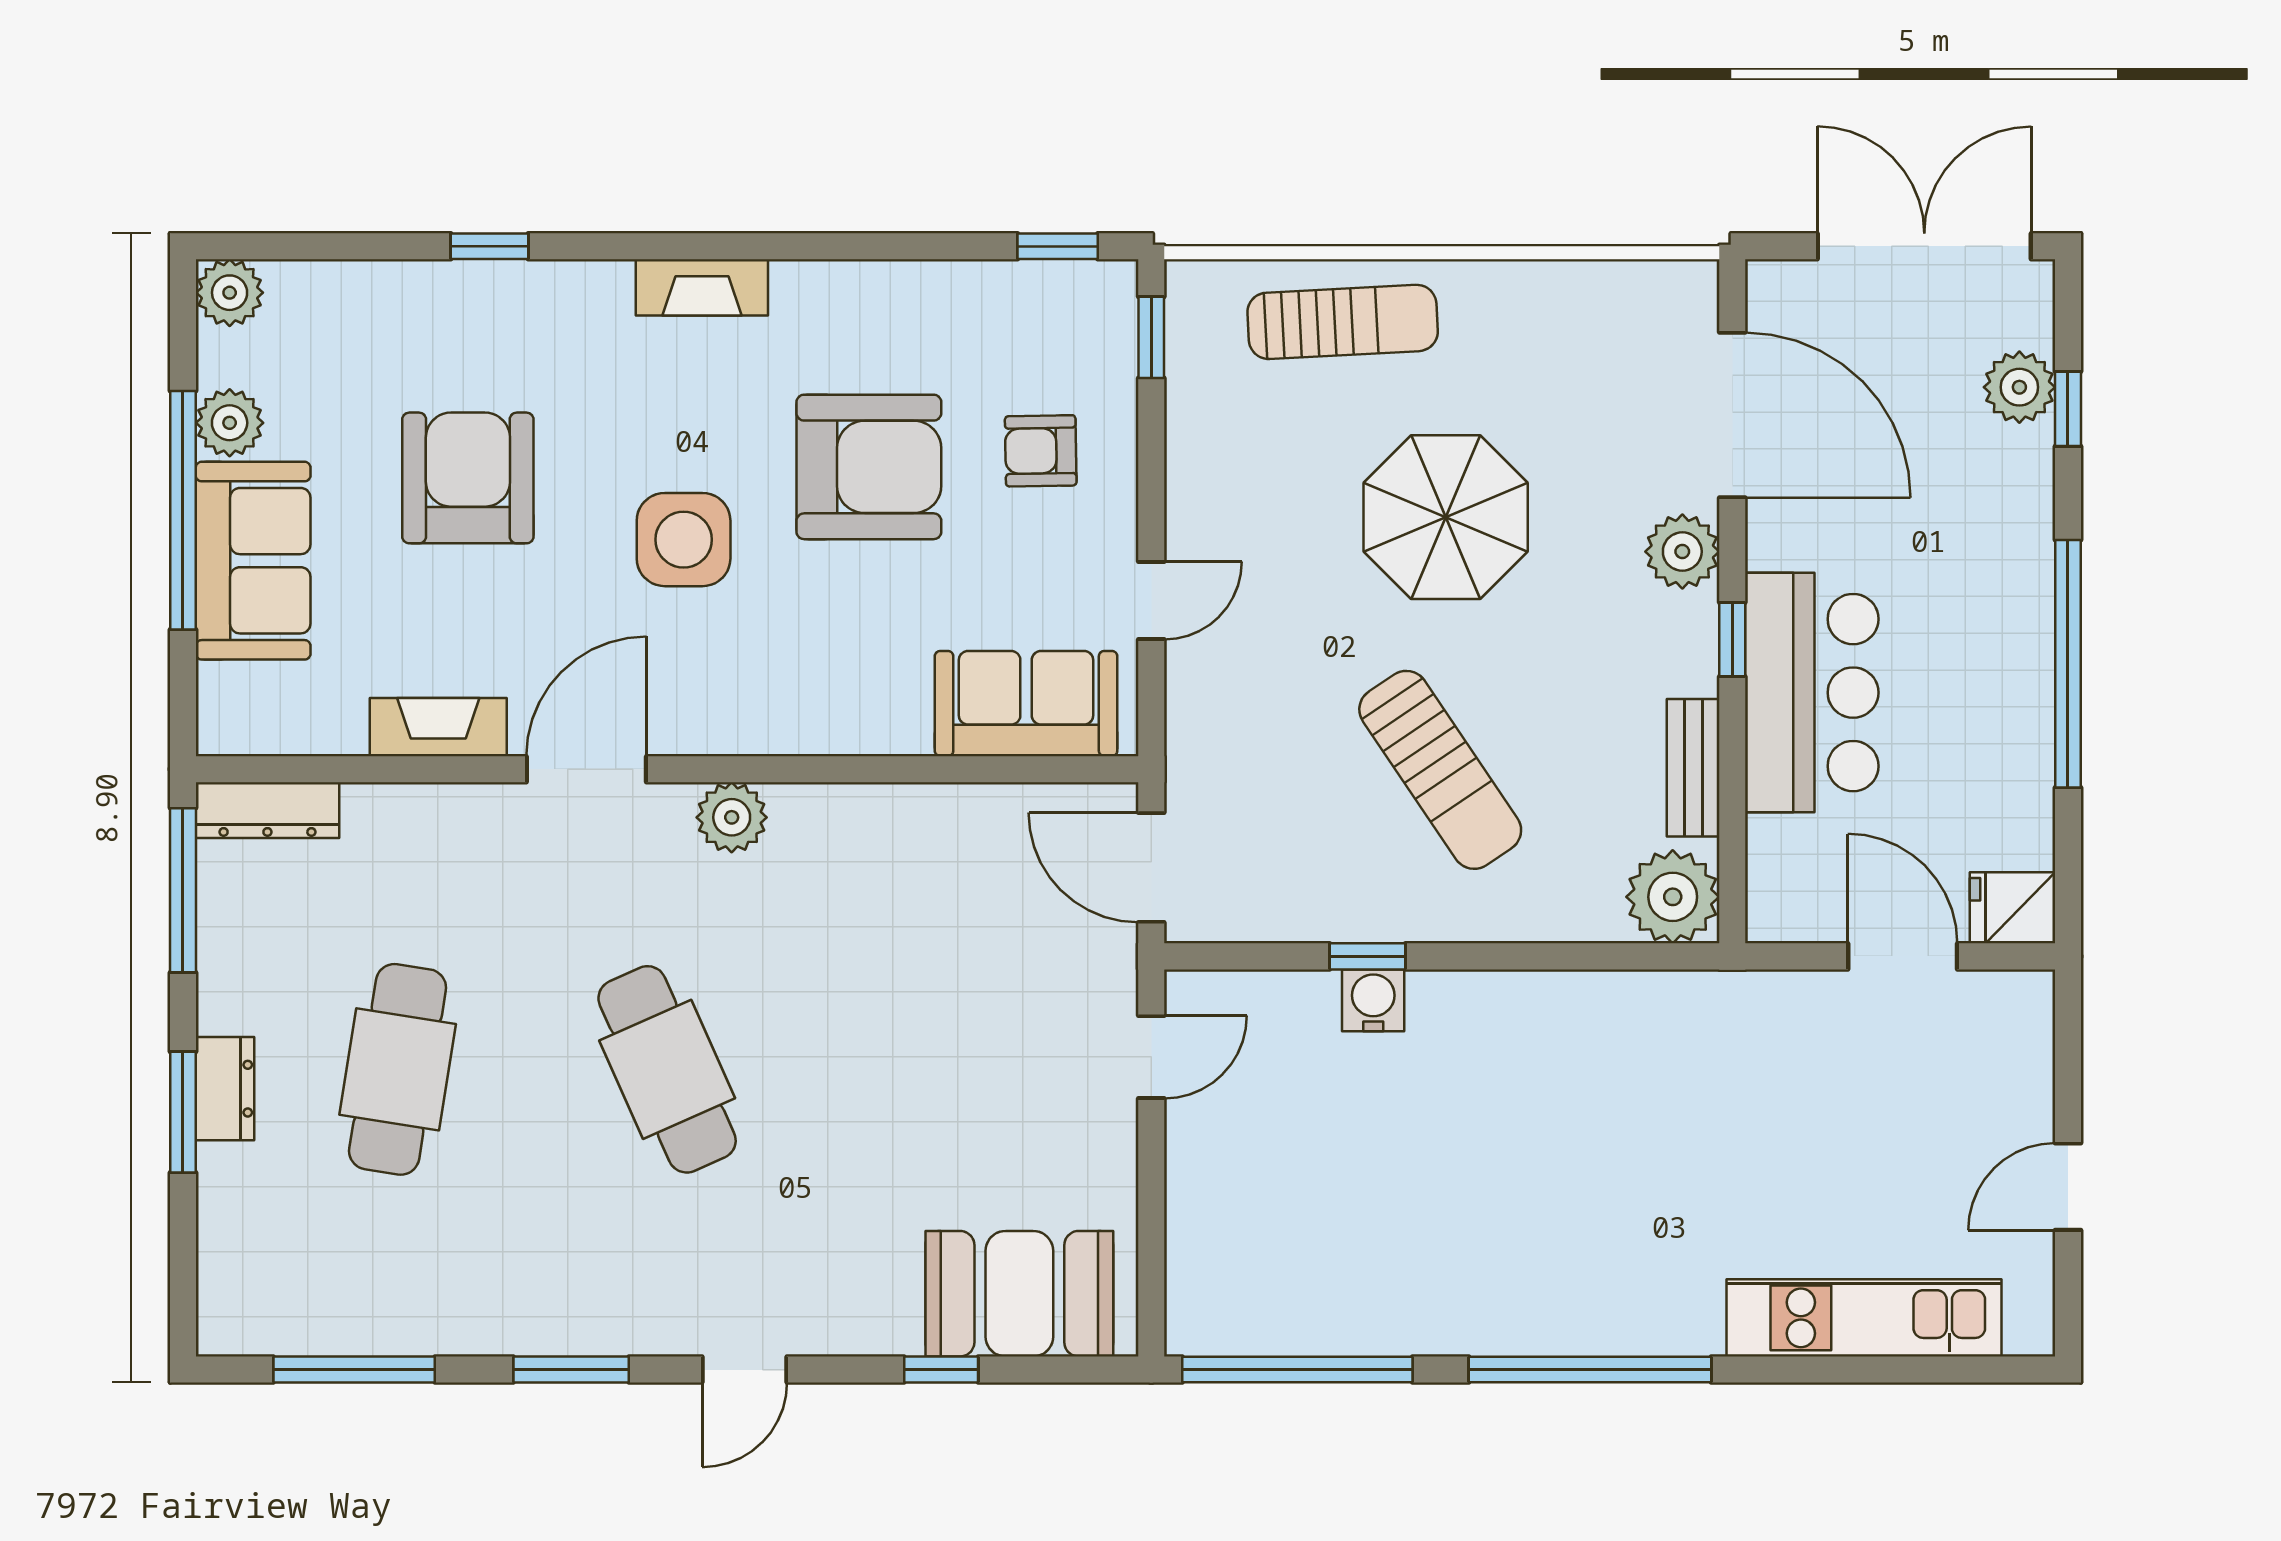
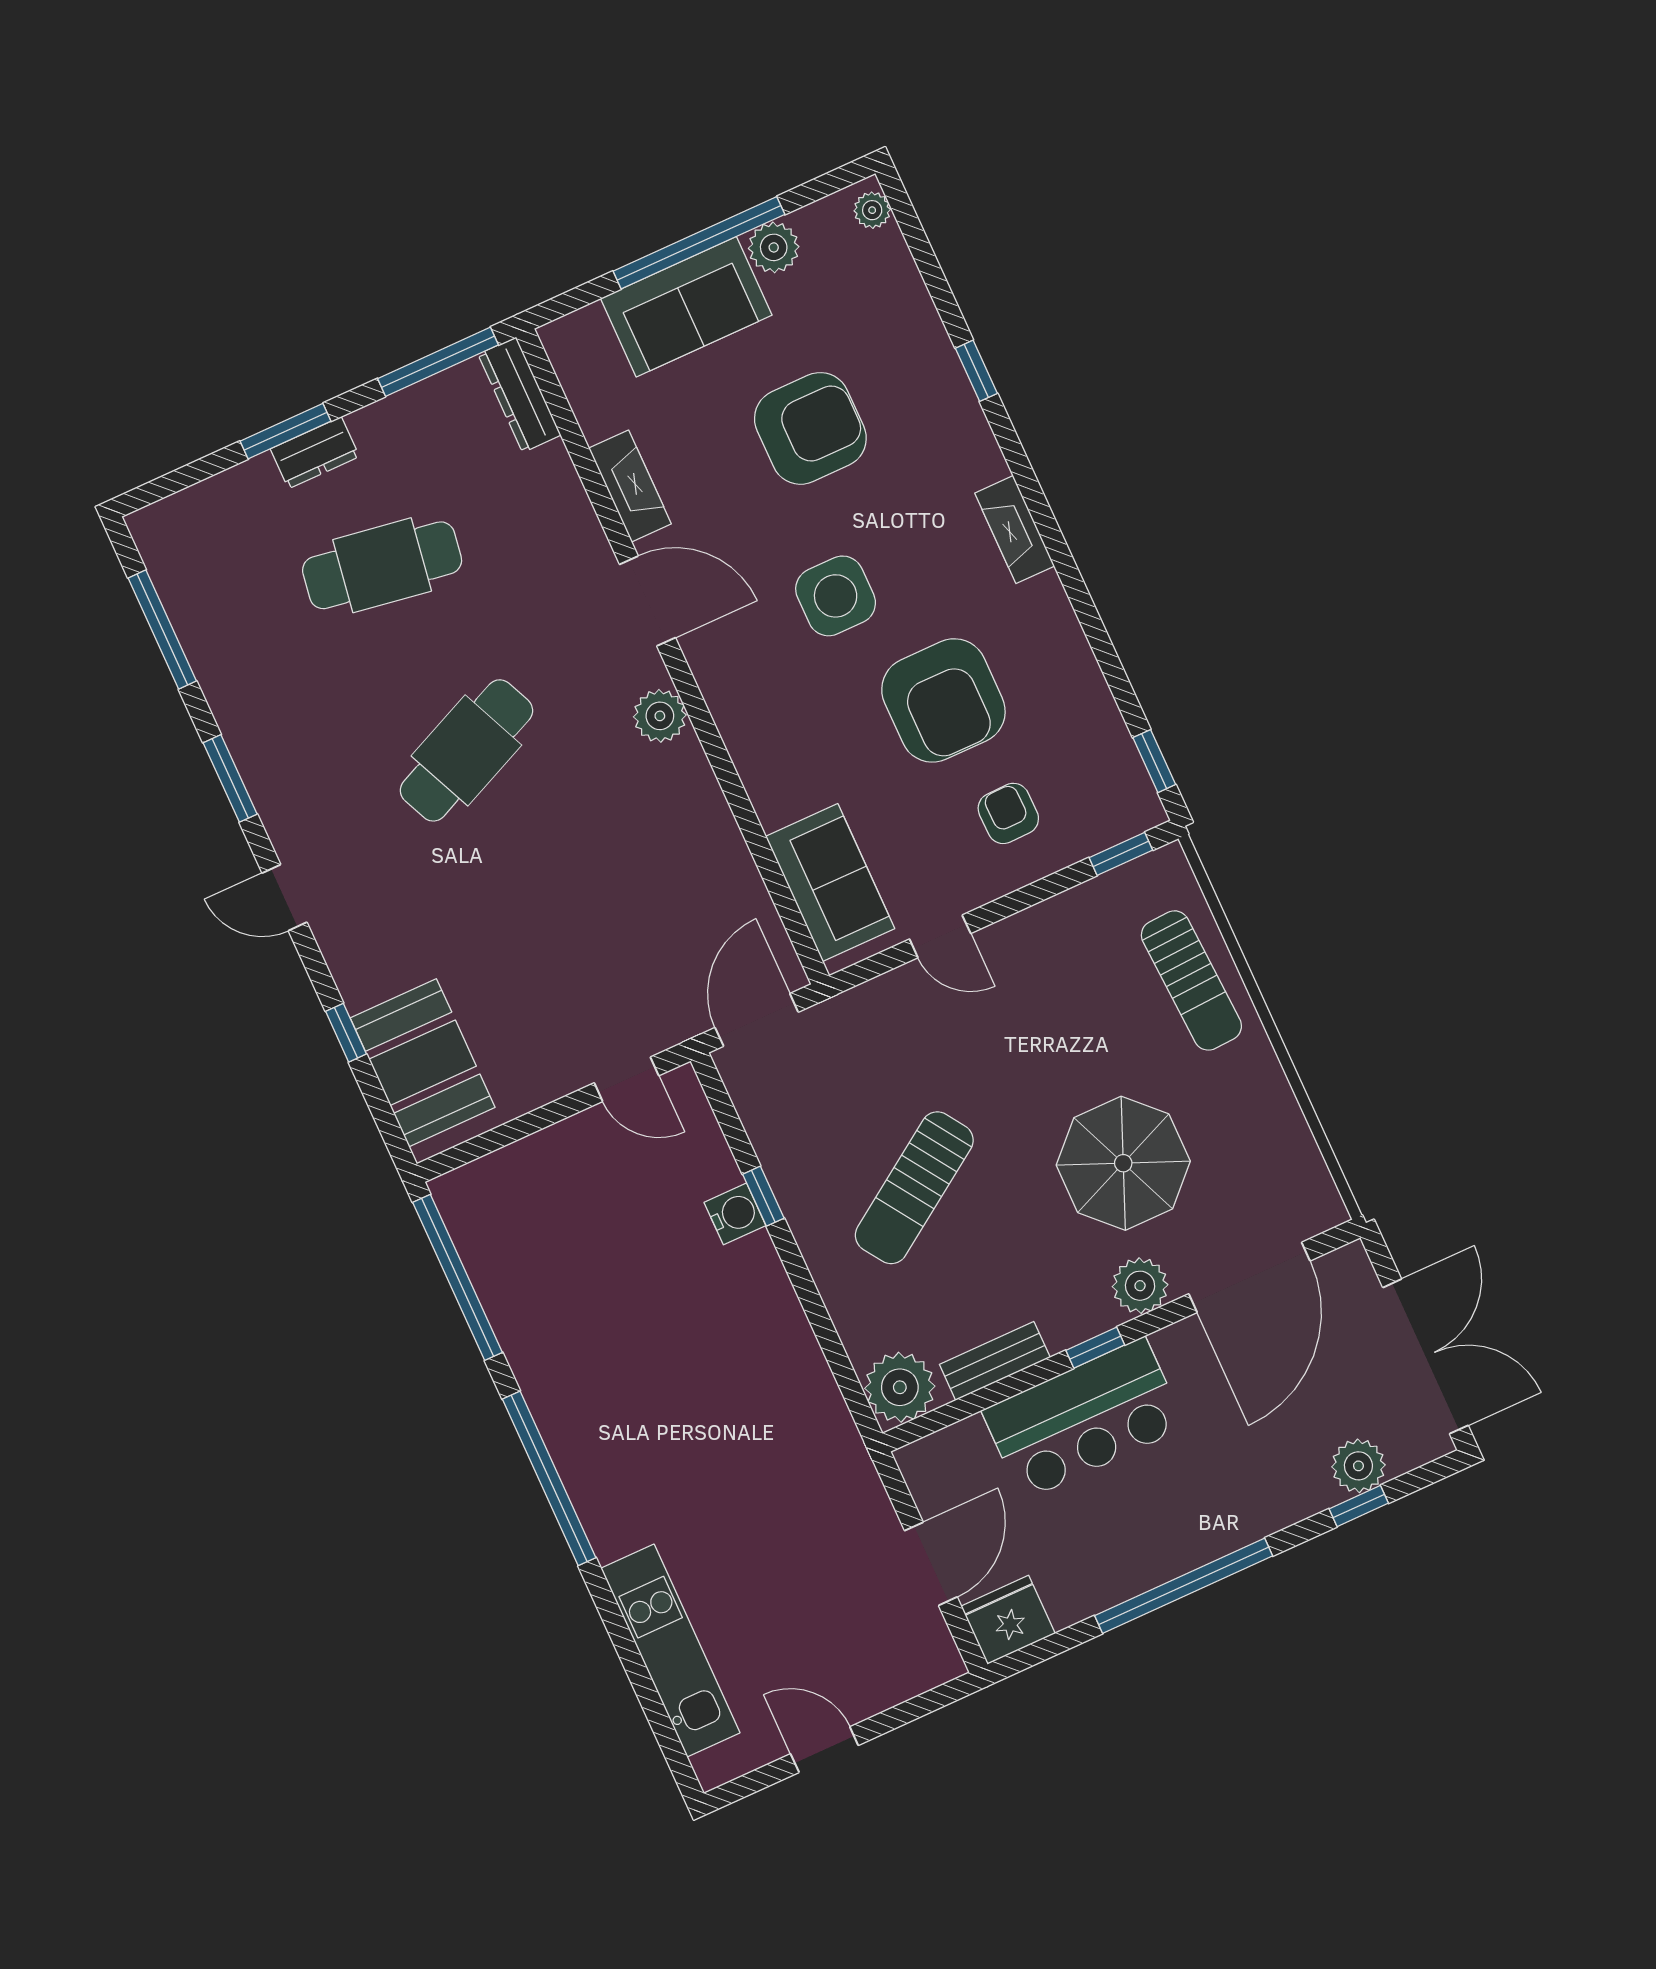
plant: (230, 293) -> (872, 210), width x0.73, depth x0.73
parasol: (1446, 517) -> (1123, 1163), moved
fridge: (2013, 908) -> (1008, 1620), width x1.38

